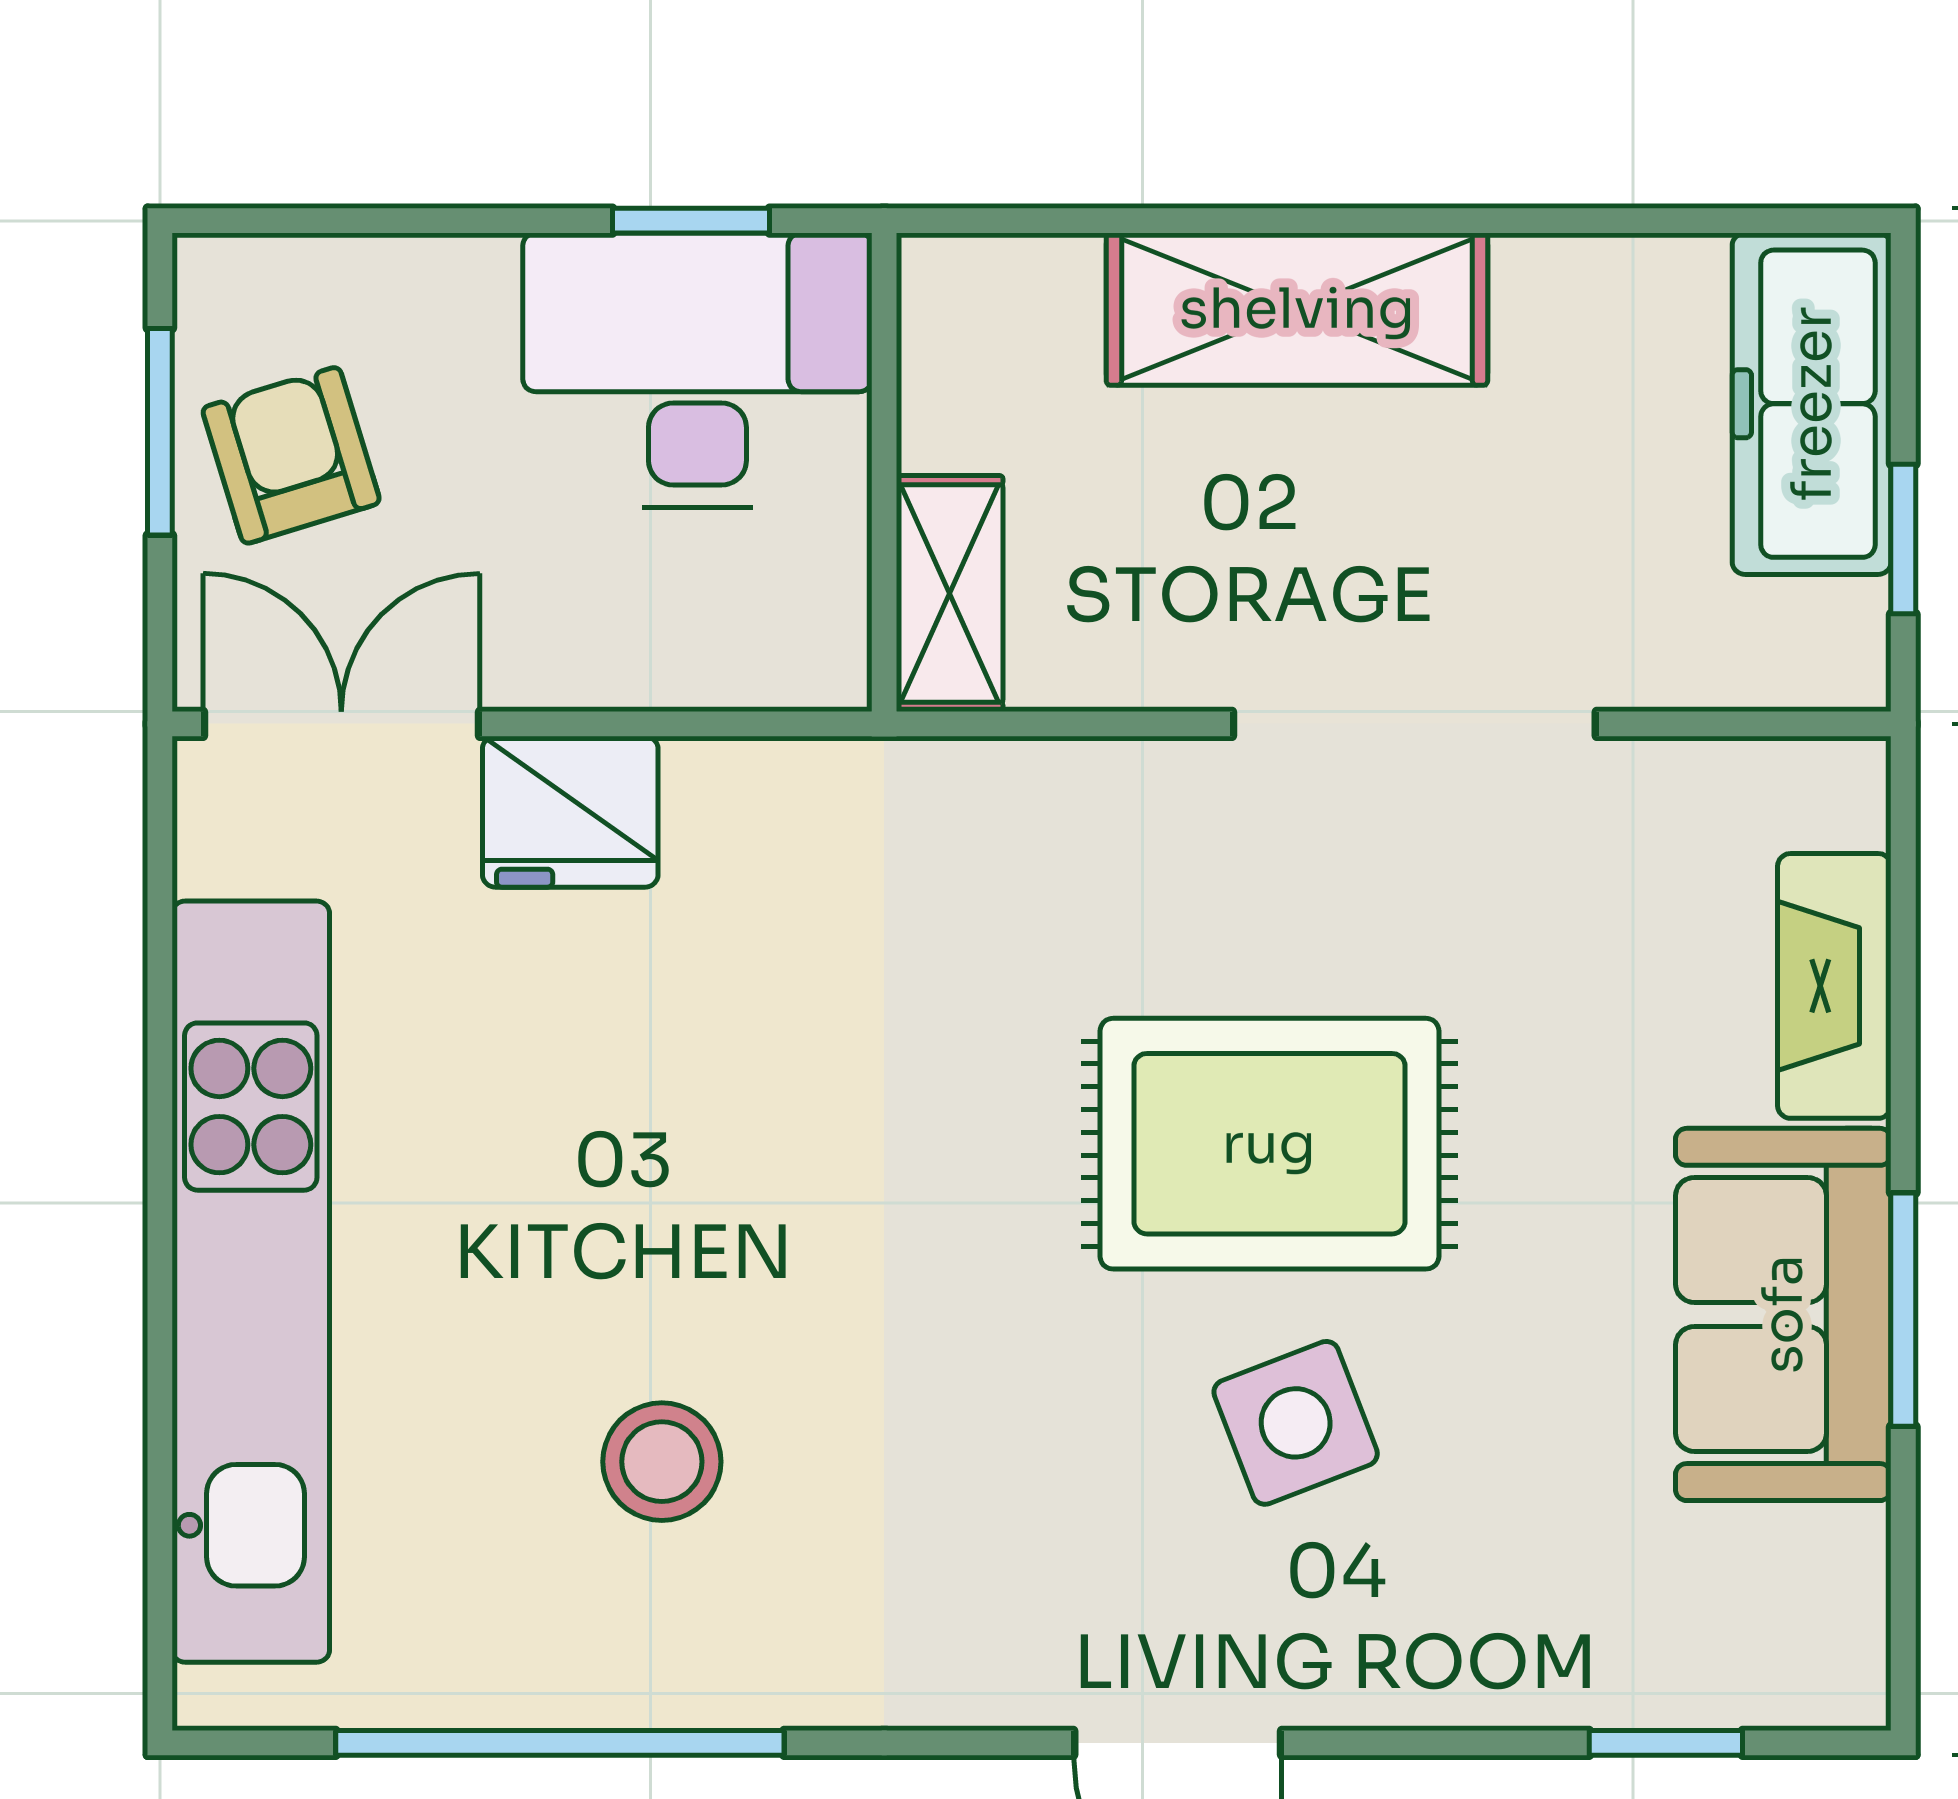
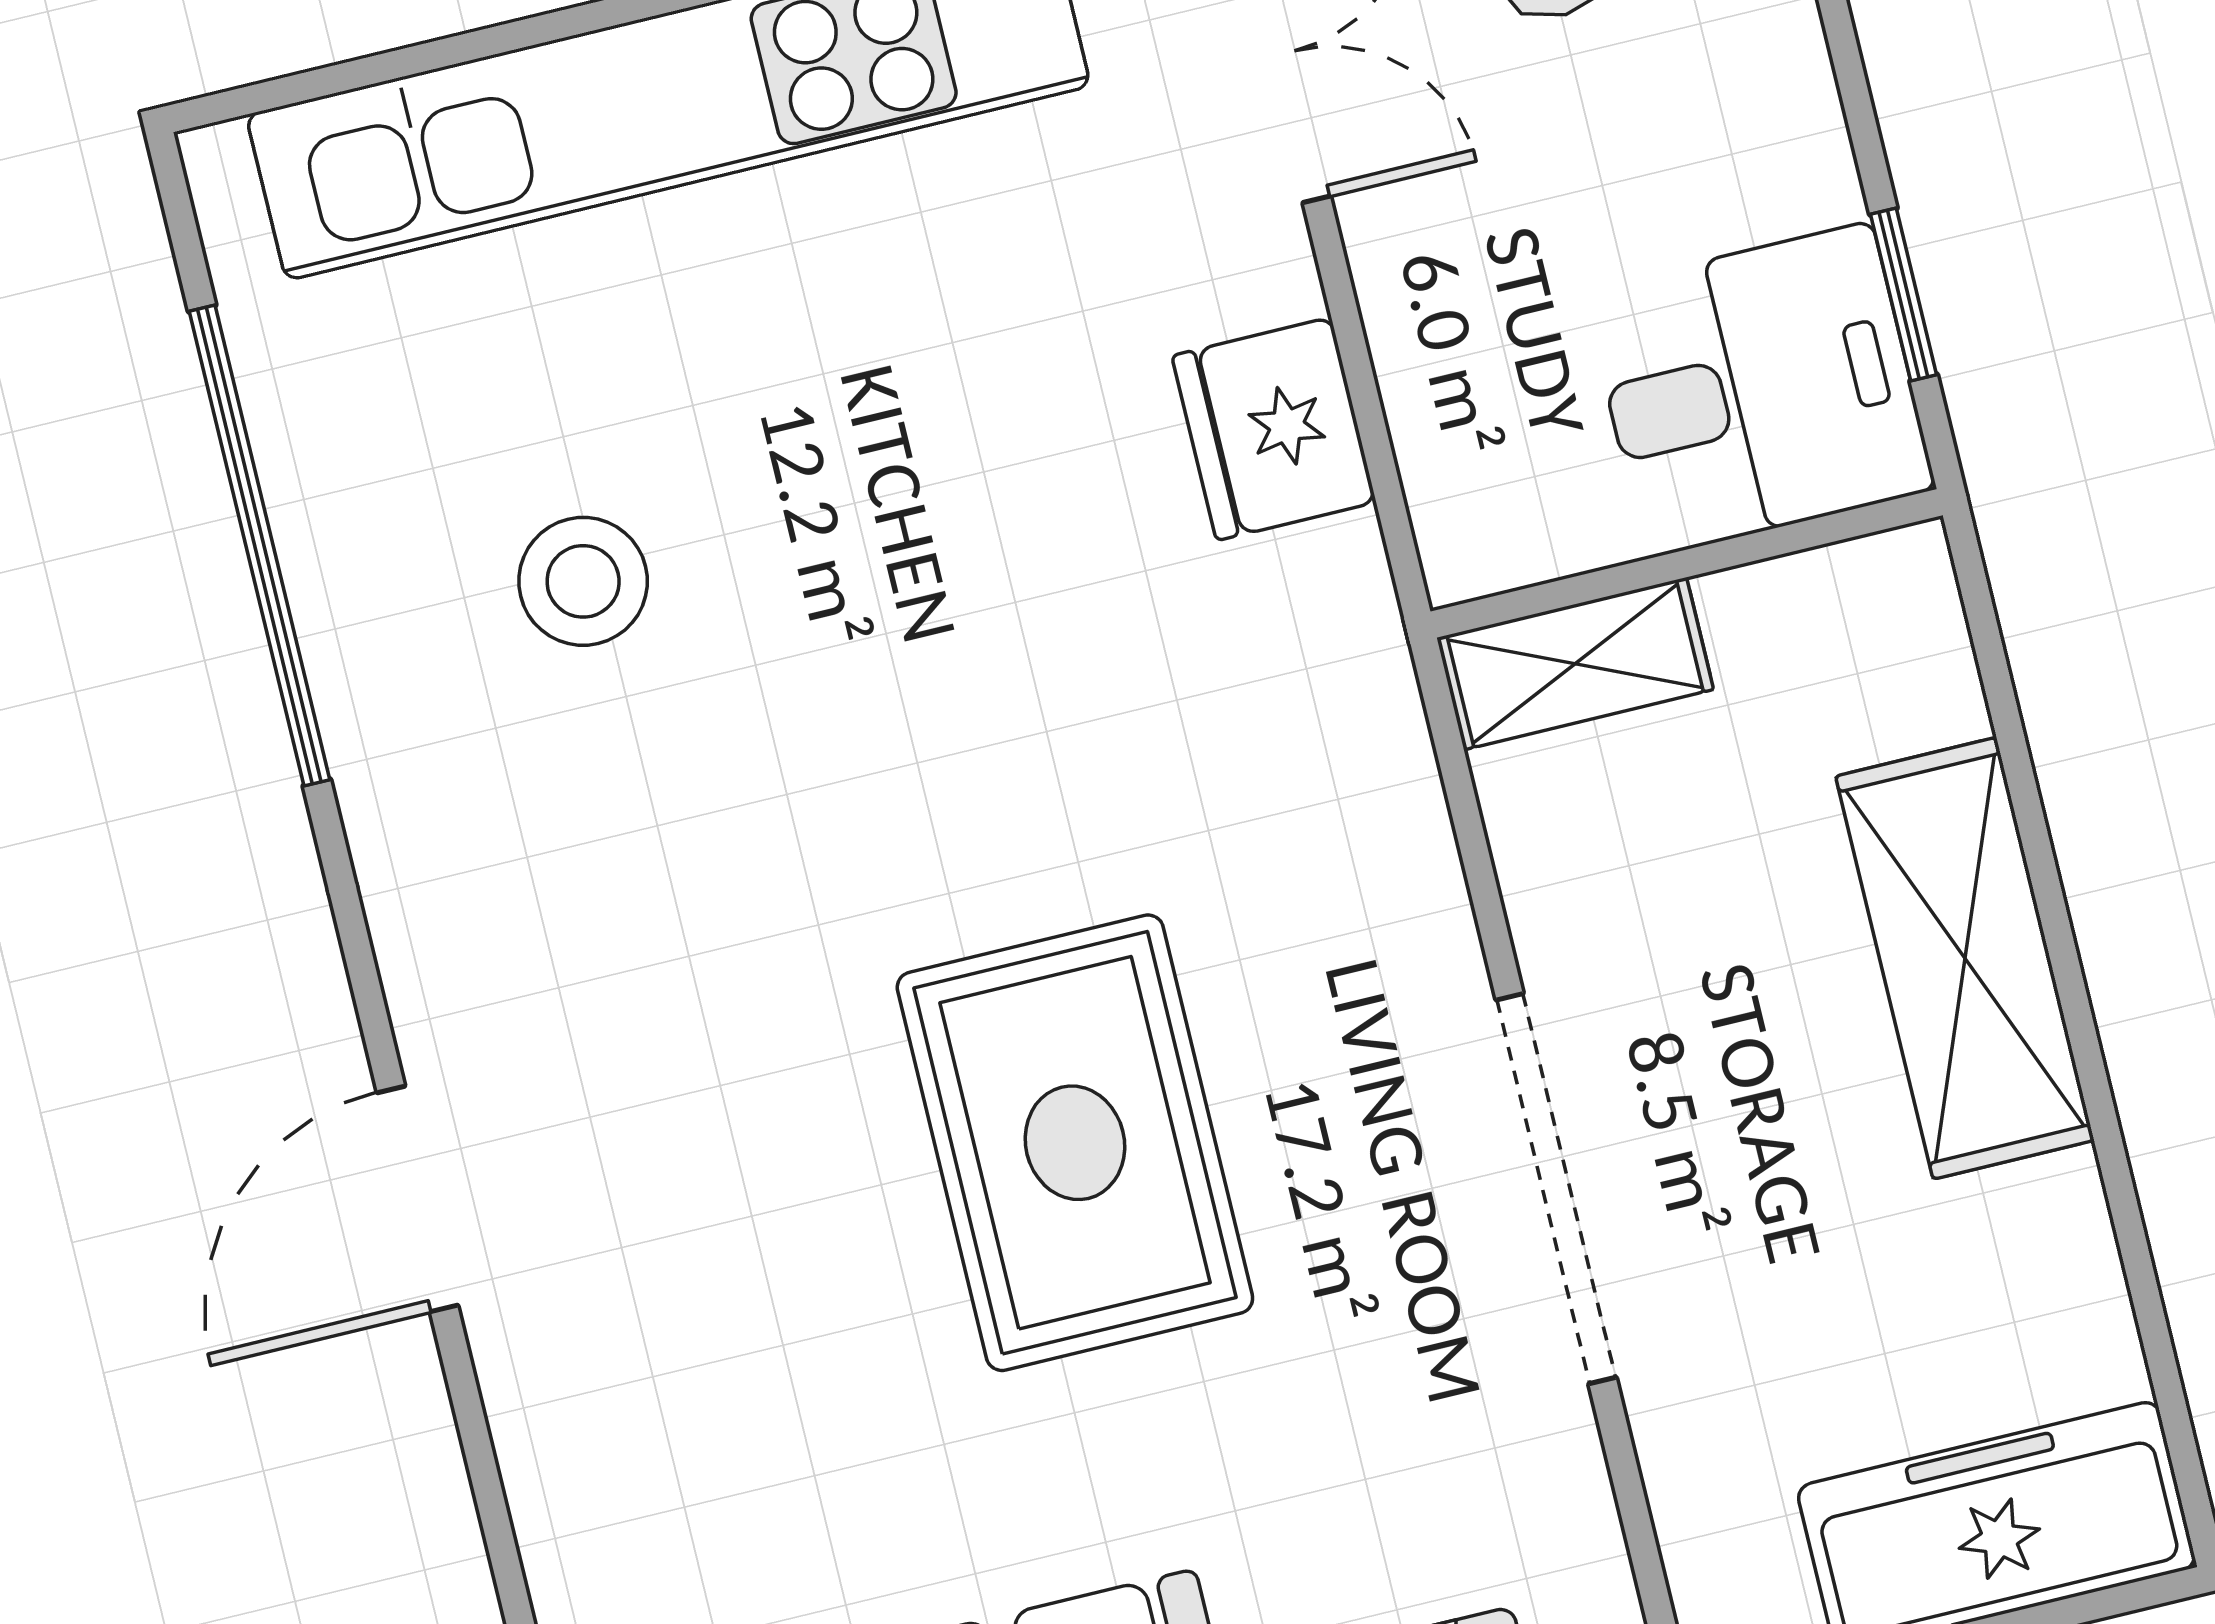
desk: (697, 370) -> (1759, 390), width x0.73
fridge: (570, 812) -> (1274, 429), moved
side table: (1296, 1423) -> (786, 1242), removed

